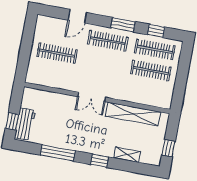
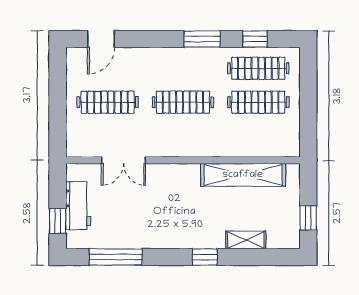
door: (77, 16) -> (101, 39), moved
clothes rail: (108, 41) -> (183, 102), moved
double door: (92, 97) -> (123, 160), moved
workbench: (25, 124) -> (78, 206), moved
window: (58, 153) -> (116, 257), moved

